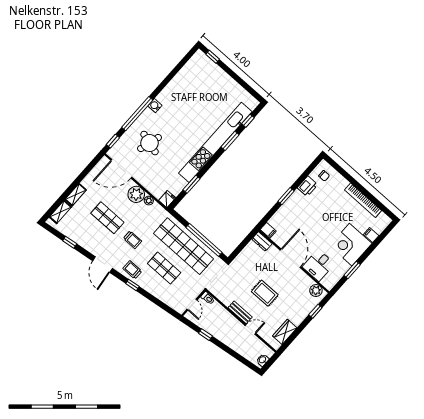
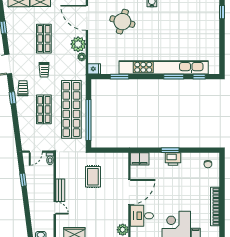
printer: (307, 186) -> (173, 159), moved
filing cabinet: (268, 230) -> (140, 159), width x2.00
dresser: (262, 241) -> (123, 161), removed
rug: (265, 293) -> (93, 177), moved

